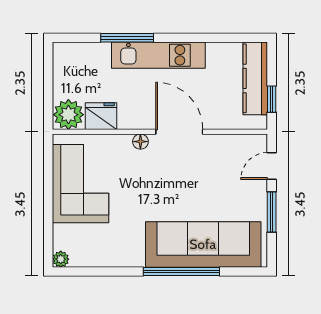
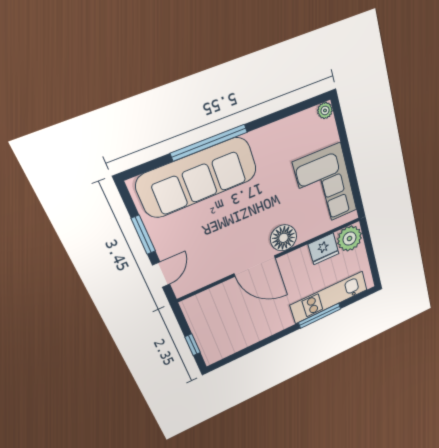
kitchen unit: (158, 55) -> (329, 297), moved
kitchen counter: (255, 78) -> (206, 336), removed
window: (272, 99) -> (193, 345), moved
floor lamp: (140, 142) -> (283, 238), width x1.89, depth x1.89

